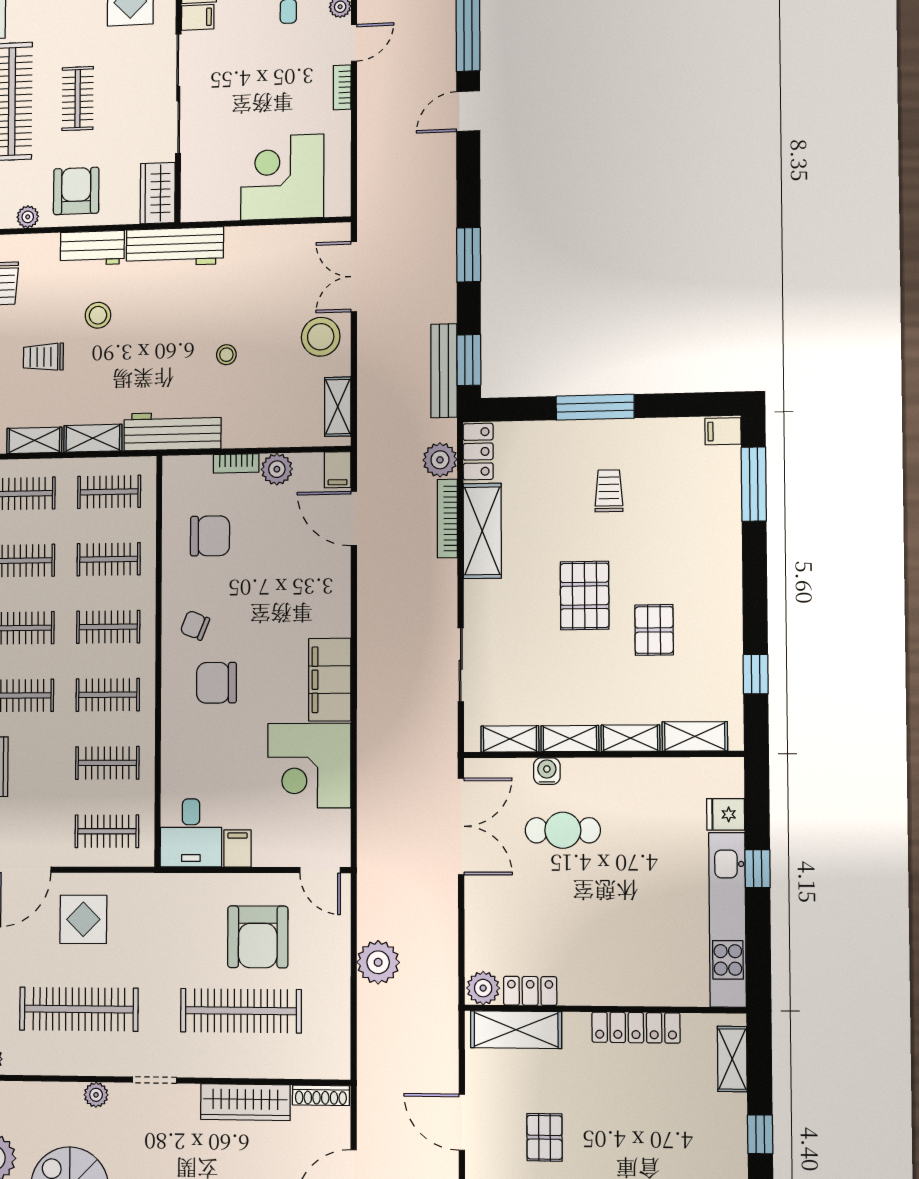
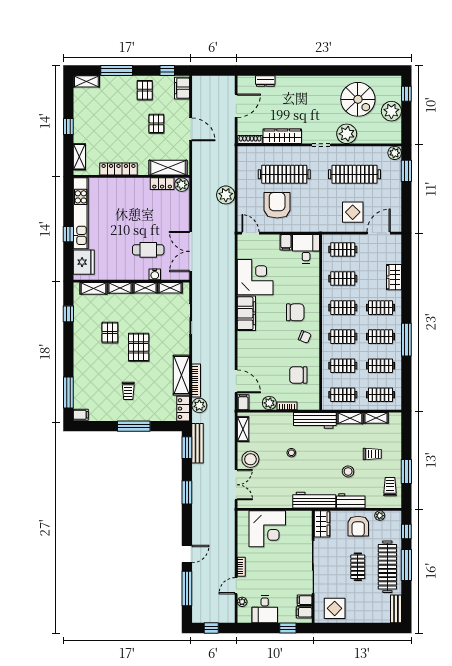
fridge: (726, 814) -> (84, 262), width x1.88, depth x1.34
plant: (96, 1095) -> (347, 134), width x1.87, depth x1.87

